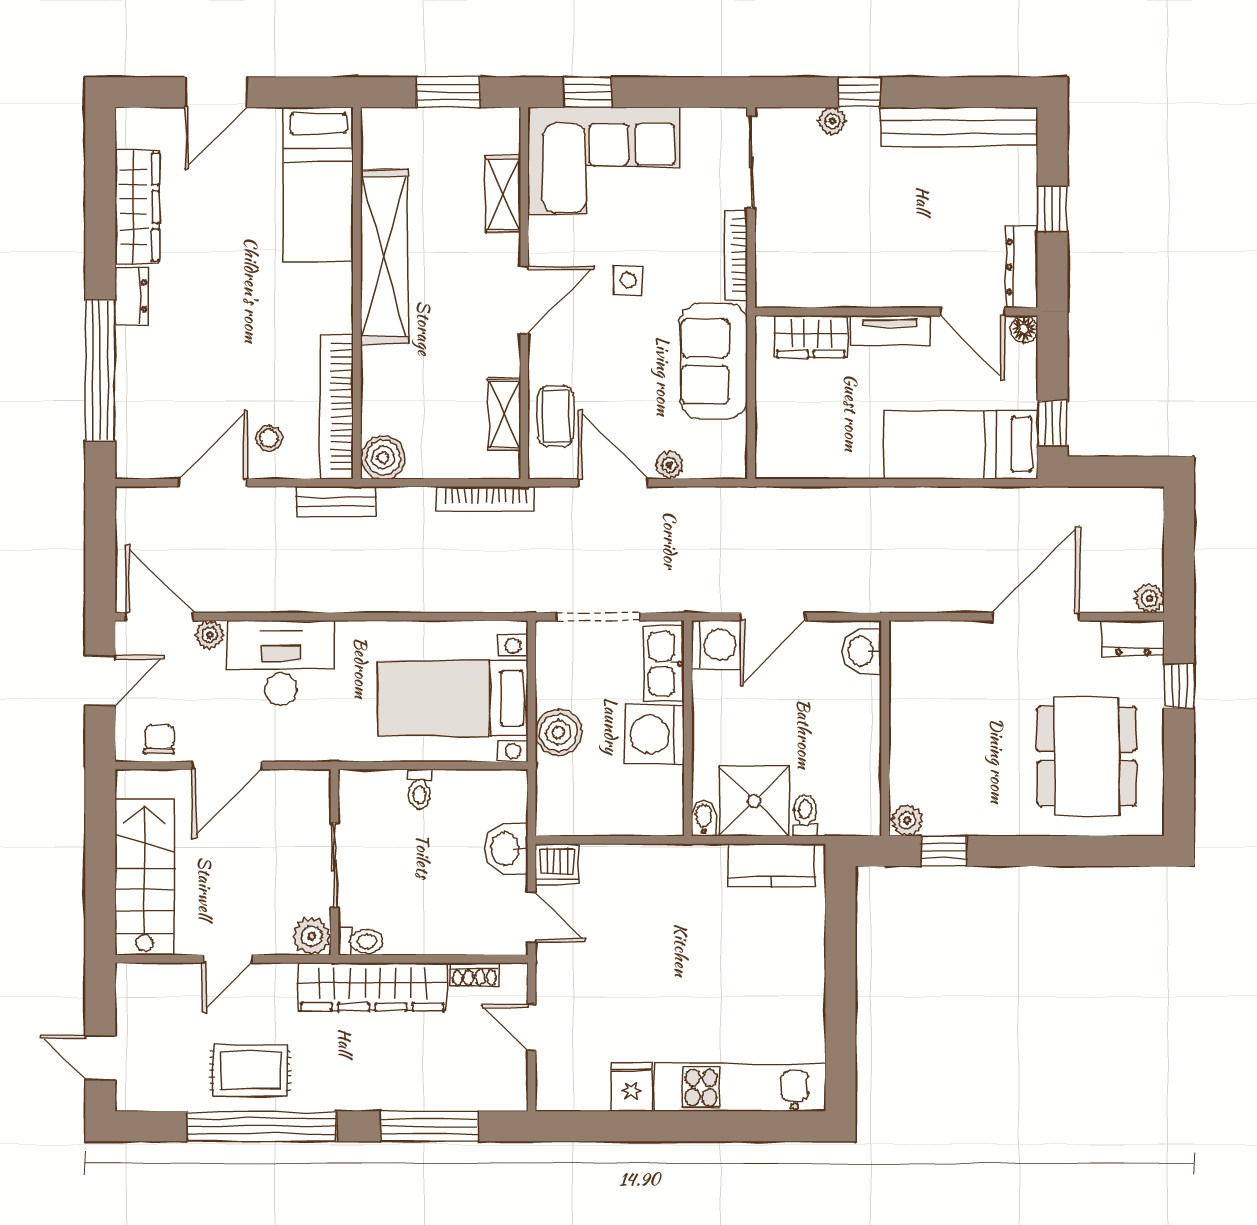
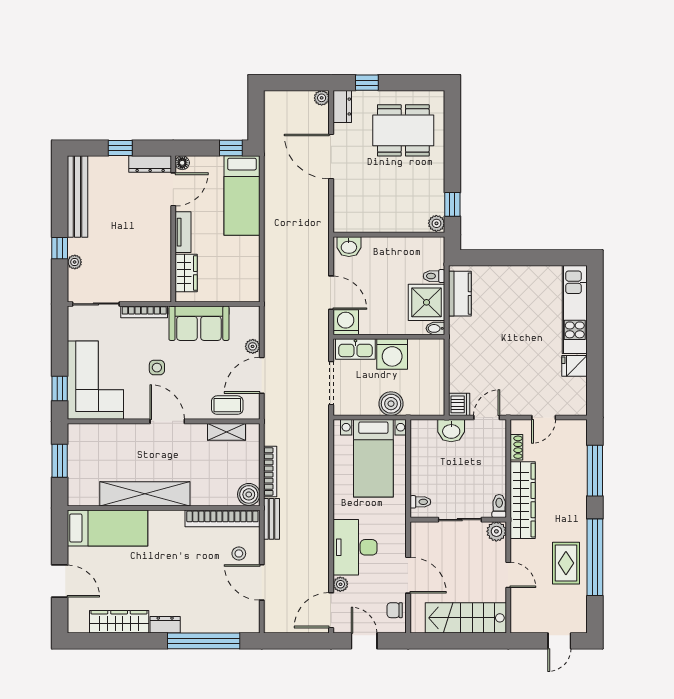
shelving: (503, 194) -> (113, 432), removed
bookcase: (485, 499) -> (270, 472), moved
toilet: (419, 789) -> (420, 502), moved

